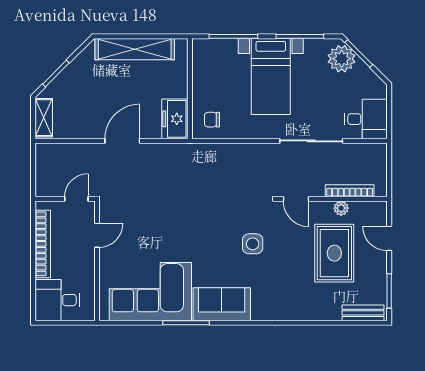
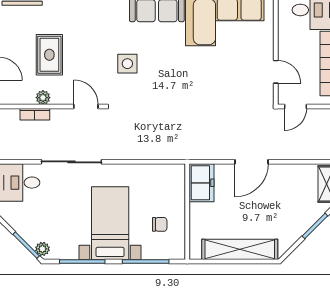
plant: (342, 59) -> (42, 249), width x0.53, depth x0.53
chair: (212, 120) -> (160, 224), moved
bookcase: (350, 191) -> (35, 114), width x0.64
door: (97, 235) -> (276, 72), swing flipped
rug: (334, 253) -> (49, 55), width x0.73, depth x0.70

